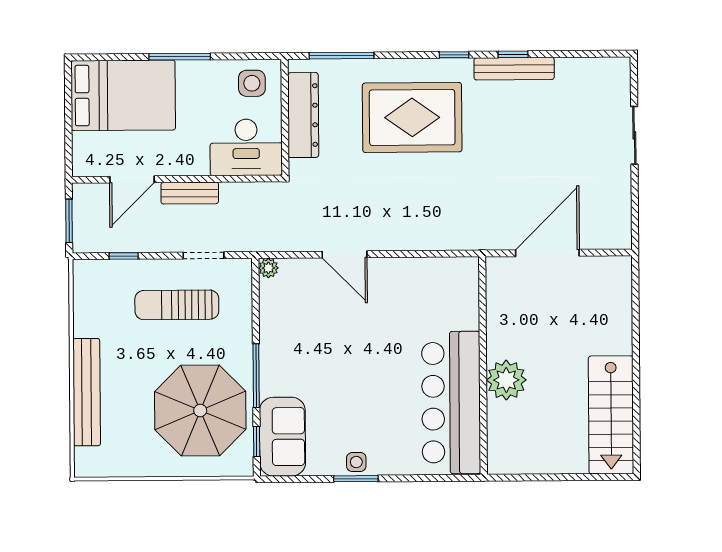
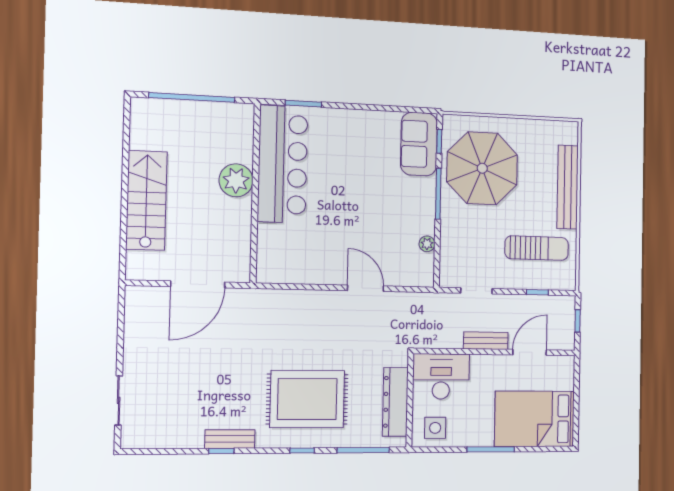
window: (454, 55) -> (302, 451), moved
bench: (514, 69) -> (230, 439), width x0.73
sliding door: (634, 135) -> (119, 400), moved
window: (69, 221) -> (578, 321), width x0.67
plant: (268, 268) -> (427, 244), moved
sun lounger: (177, 305) -> (537, 248), moved
stairs: (611, 415) -> (146, 200), moved
side table: (356, 462) -> (361, 120), removed
window: (562, 477) -> (192, 97), added
window: (356, 479) -> (303, 104), moved

